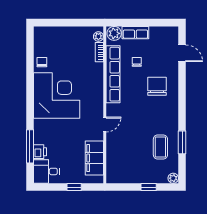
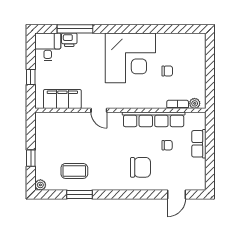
plant: (114, 33) -> (198, 121), removed
chair: (42, 62) -> (167, 71), moved

